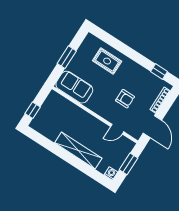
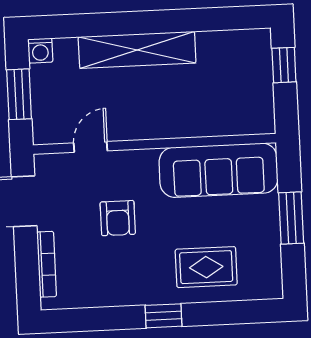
window: (159, 72) -> (164, 316), moved
sofa: (74, 87) -> (219, 170), width x1.36
armchair: (125, 99) -> (118, 218), turned -90

